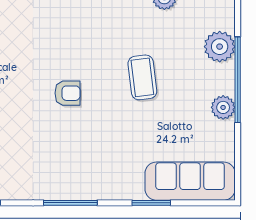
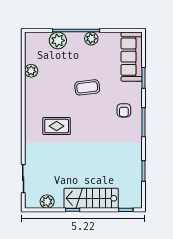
rug: (64, 44) -> (57, 126), added
coffee table: (142, 77) -> (87, 87), moved
armchair: (68, 93) -> (124, 110), moved, turned 180

